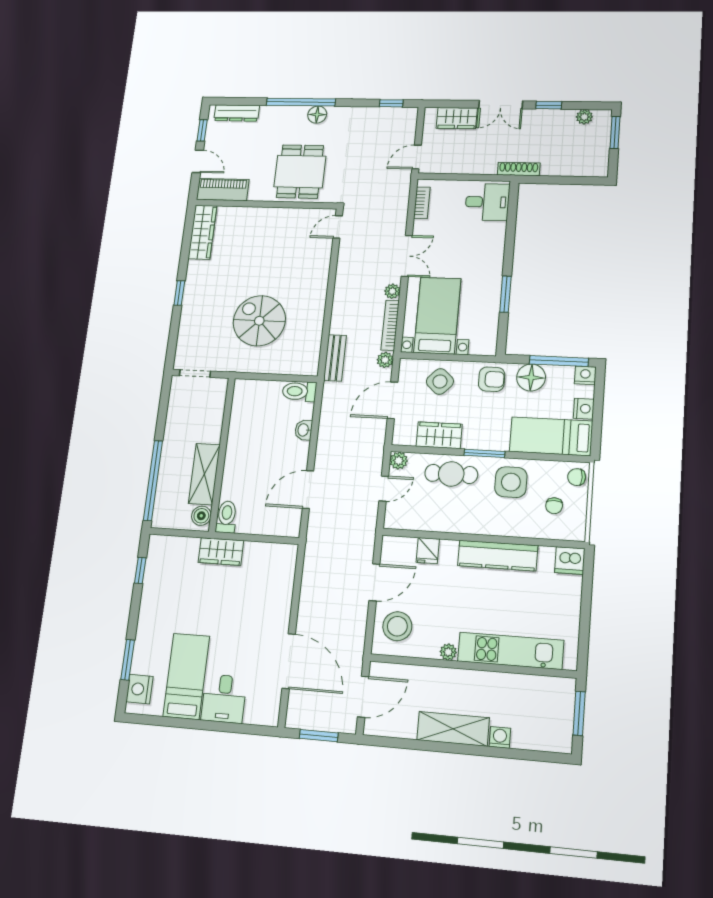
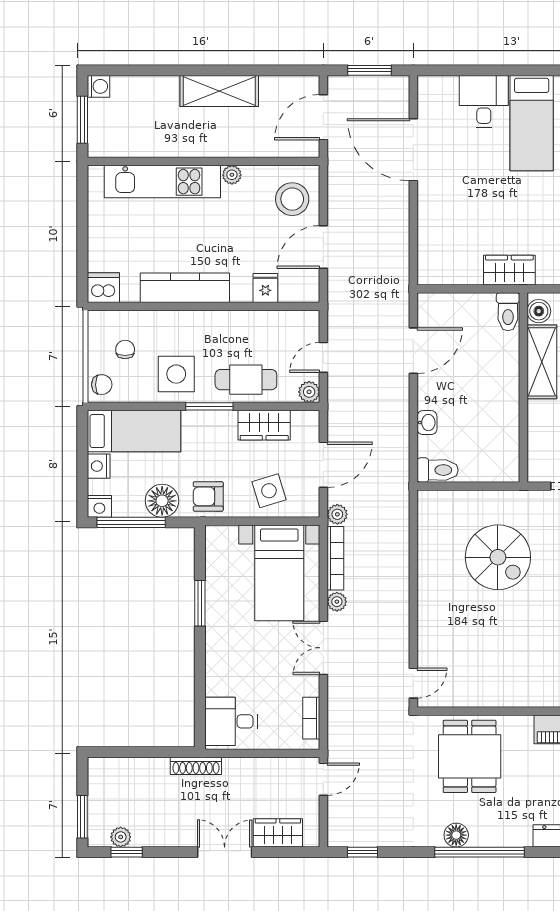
window: (549, 105) -> (127, 852), moved
bench: (335, 358) -> (399, 514), removed
side table: (440, 381) -> (269, 491), turned 30
washing machine: (500, 737) -> (99, 86), moved, turned -90

